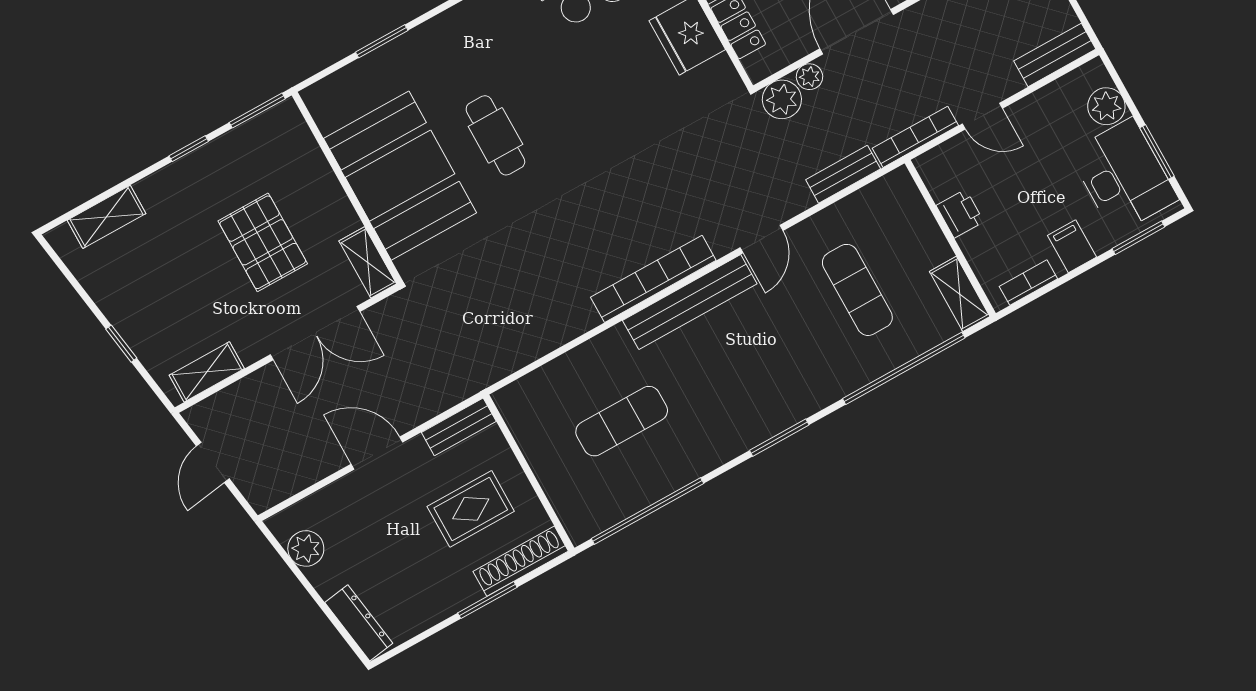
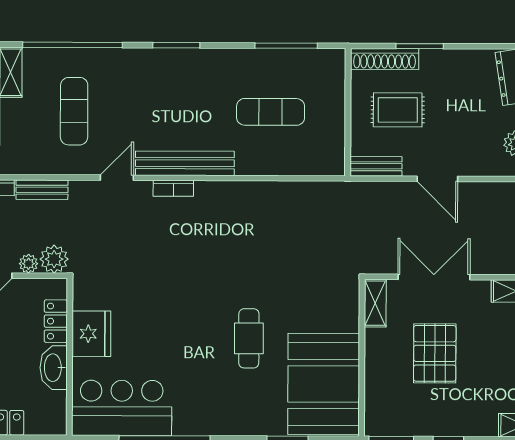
booth: (400, 176) -> (324, 384), moved
bookcase: (653, 279) -> (173, 188), width x0.43, depth x0.76
window: (648, 511) -> (286, 46), width x0.68

